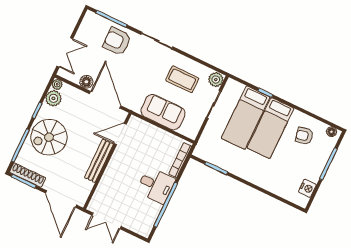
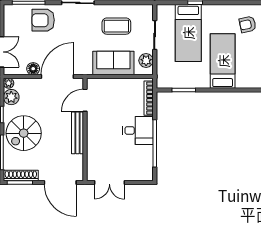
plant: (216, 79) -> (146, 61), moved
door: (105, 100) -> (57, 77), hinge flipped
bed: (270, 128) -> (223, 61), moved, turned 180

